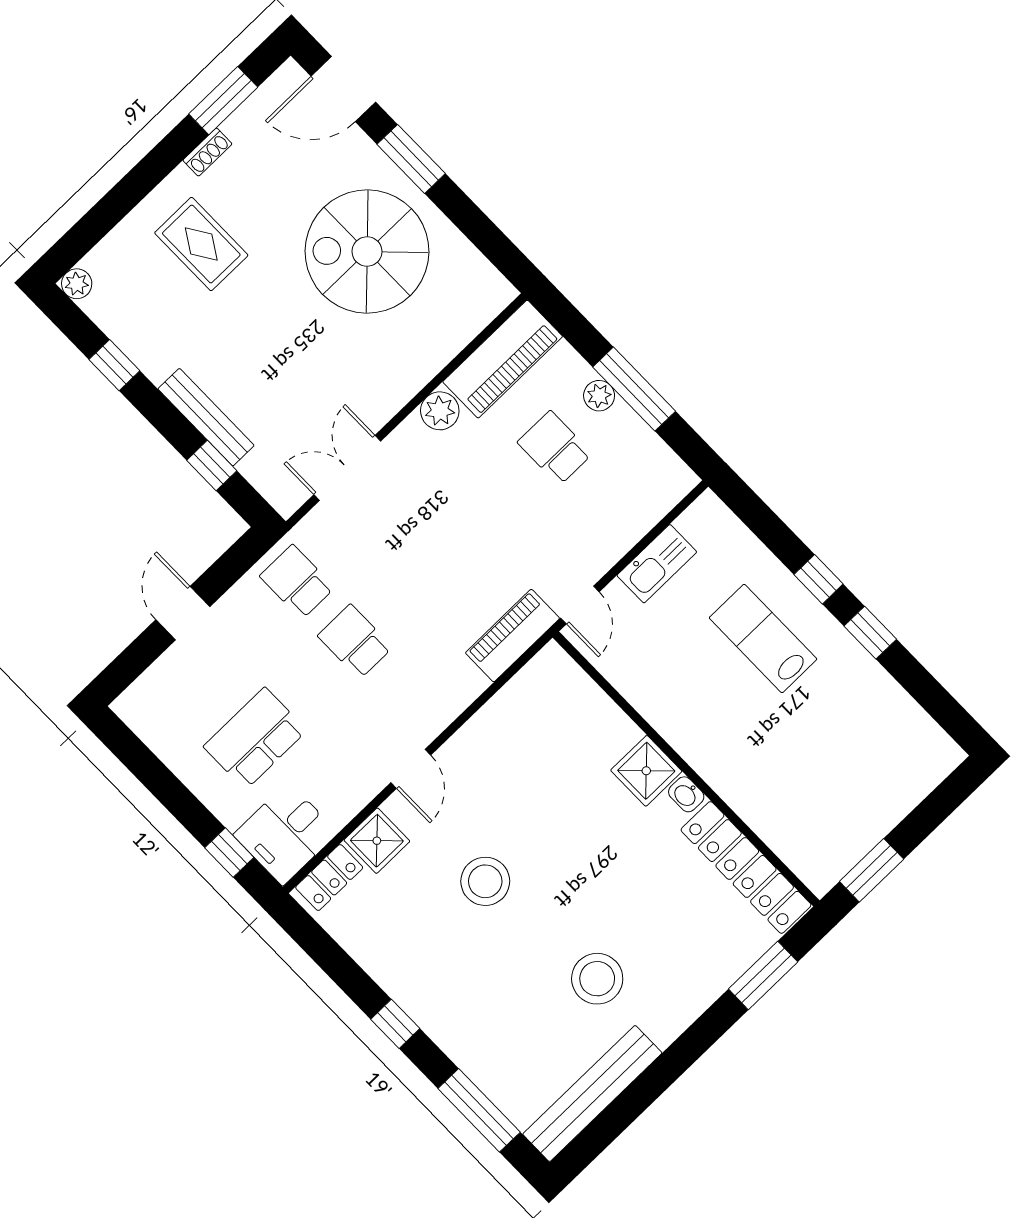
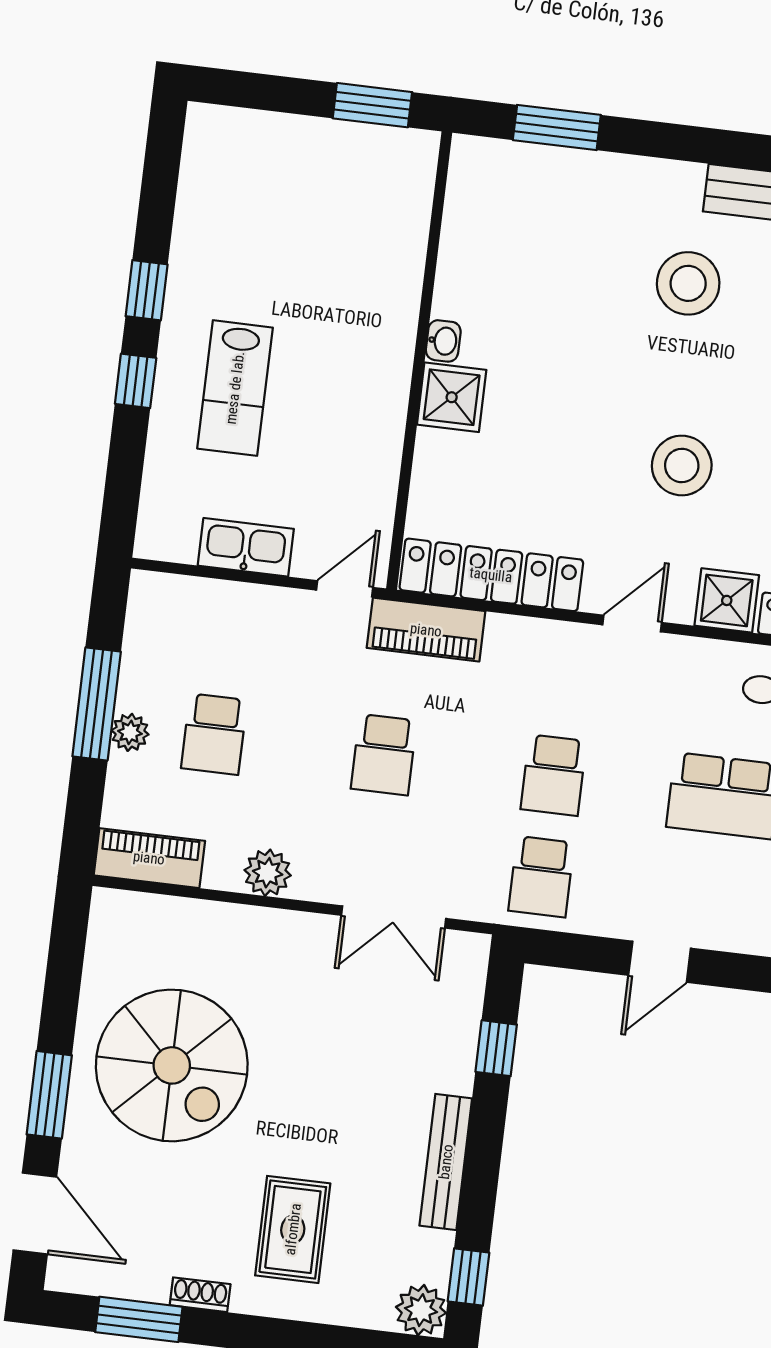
plant: (77, 284) -> (421, 1310), width x1.38, depth x1.38
piano: (503, 359) -> (149, 858), width x0.73, depth x0.75
window: (114, 365) -> (468, 1277), moved
bench: (206, 417) -> (446, 1162), moved
school desk: (455, 545) -> (384, 755), added
locker: (746, 867) -> (491, 575), moved, turned -90

